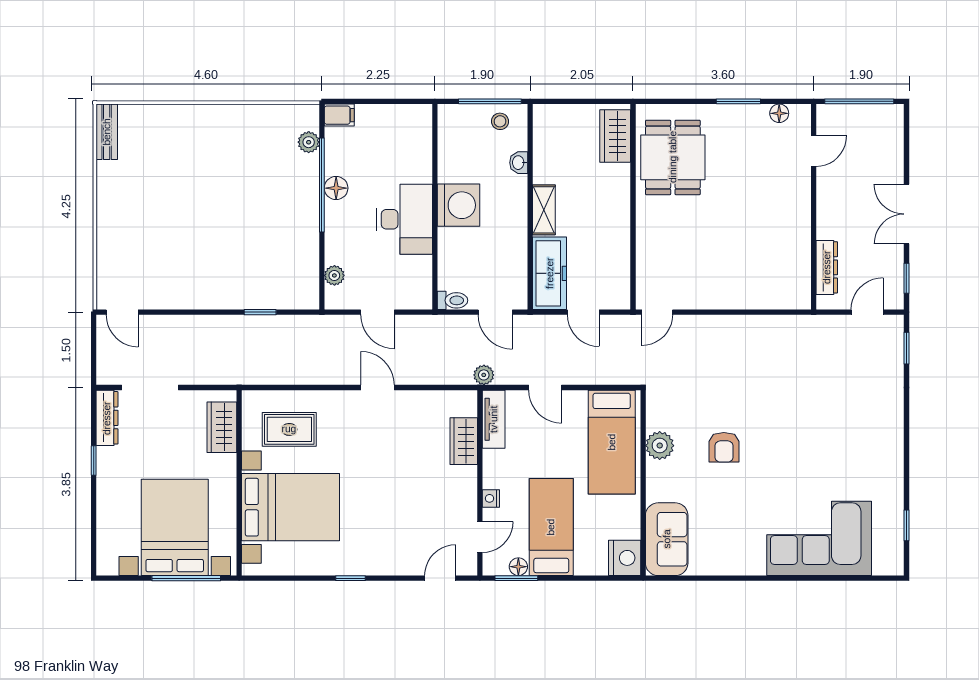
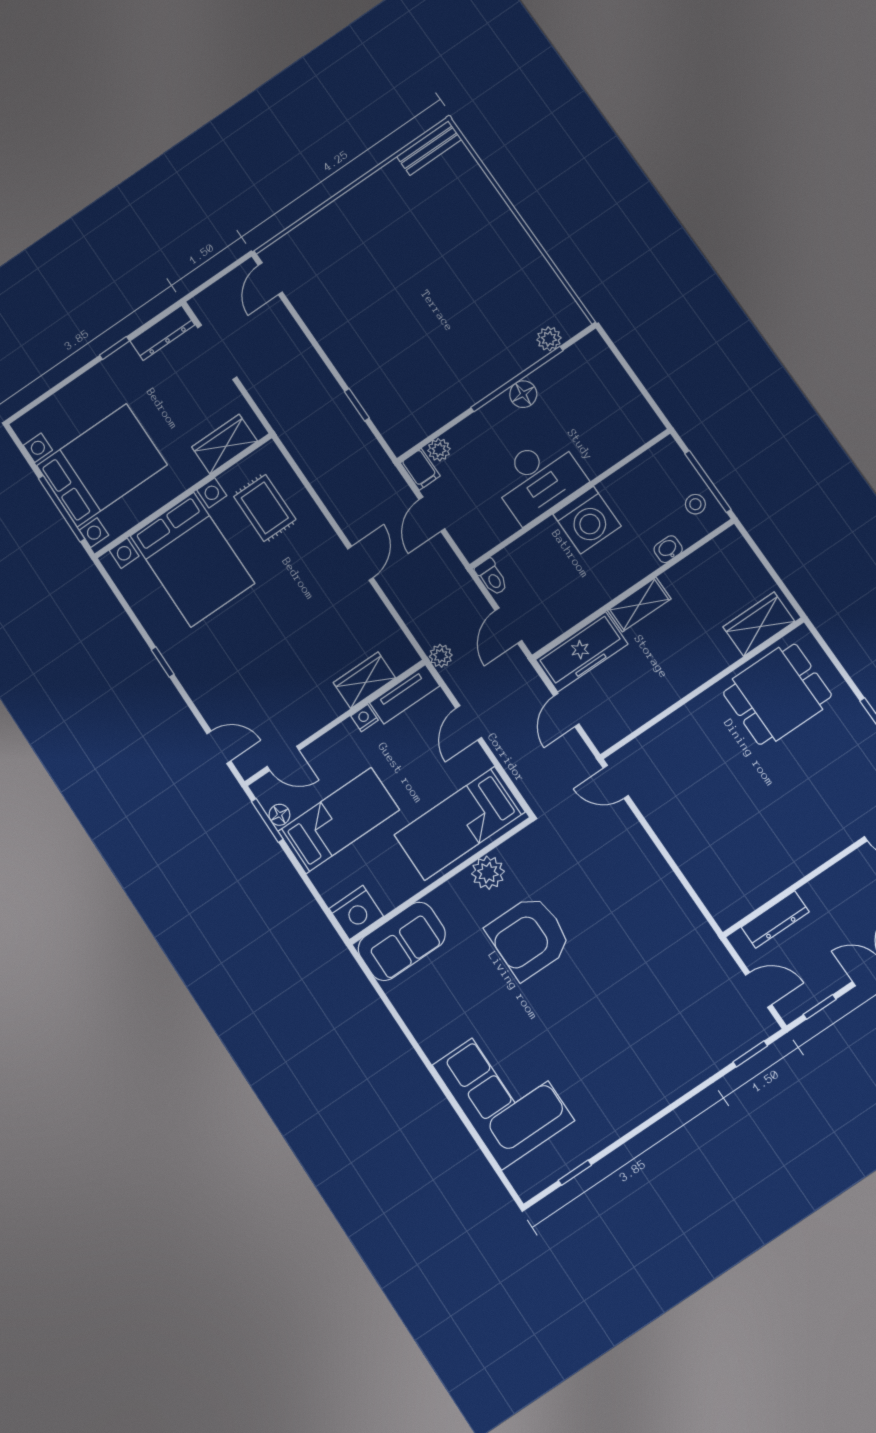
filing cabinet: (339, 115) -> (420, 469), moved
armchair: (724, 447) -> (529, 937), width x1.88, depth x1.88
nightstand: (491, 498) -> (364, 718), moved

